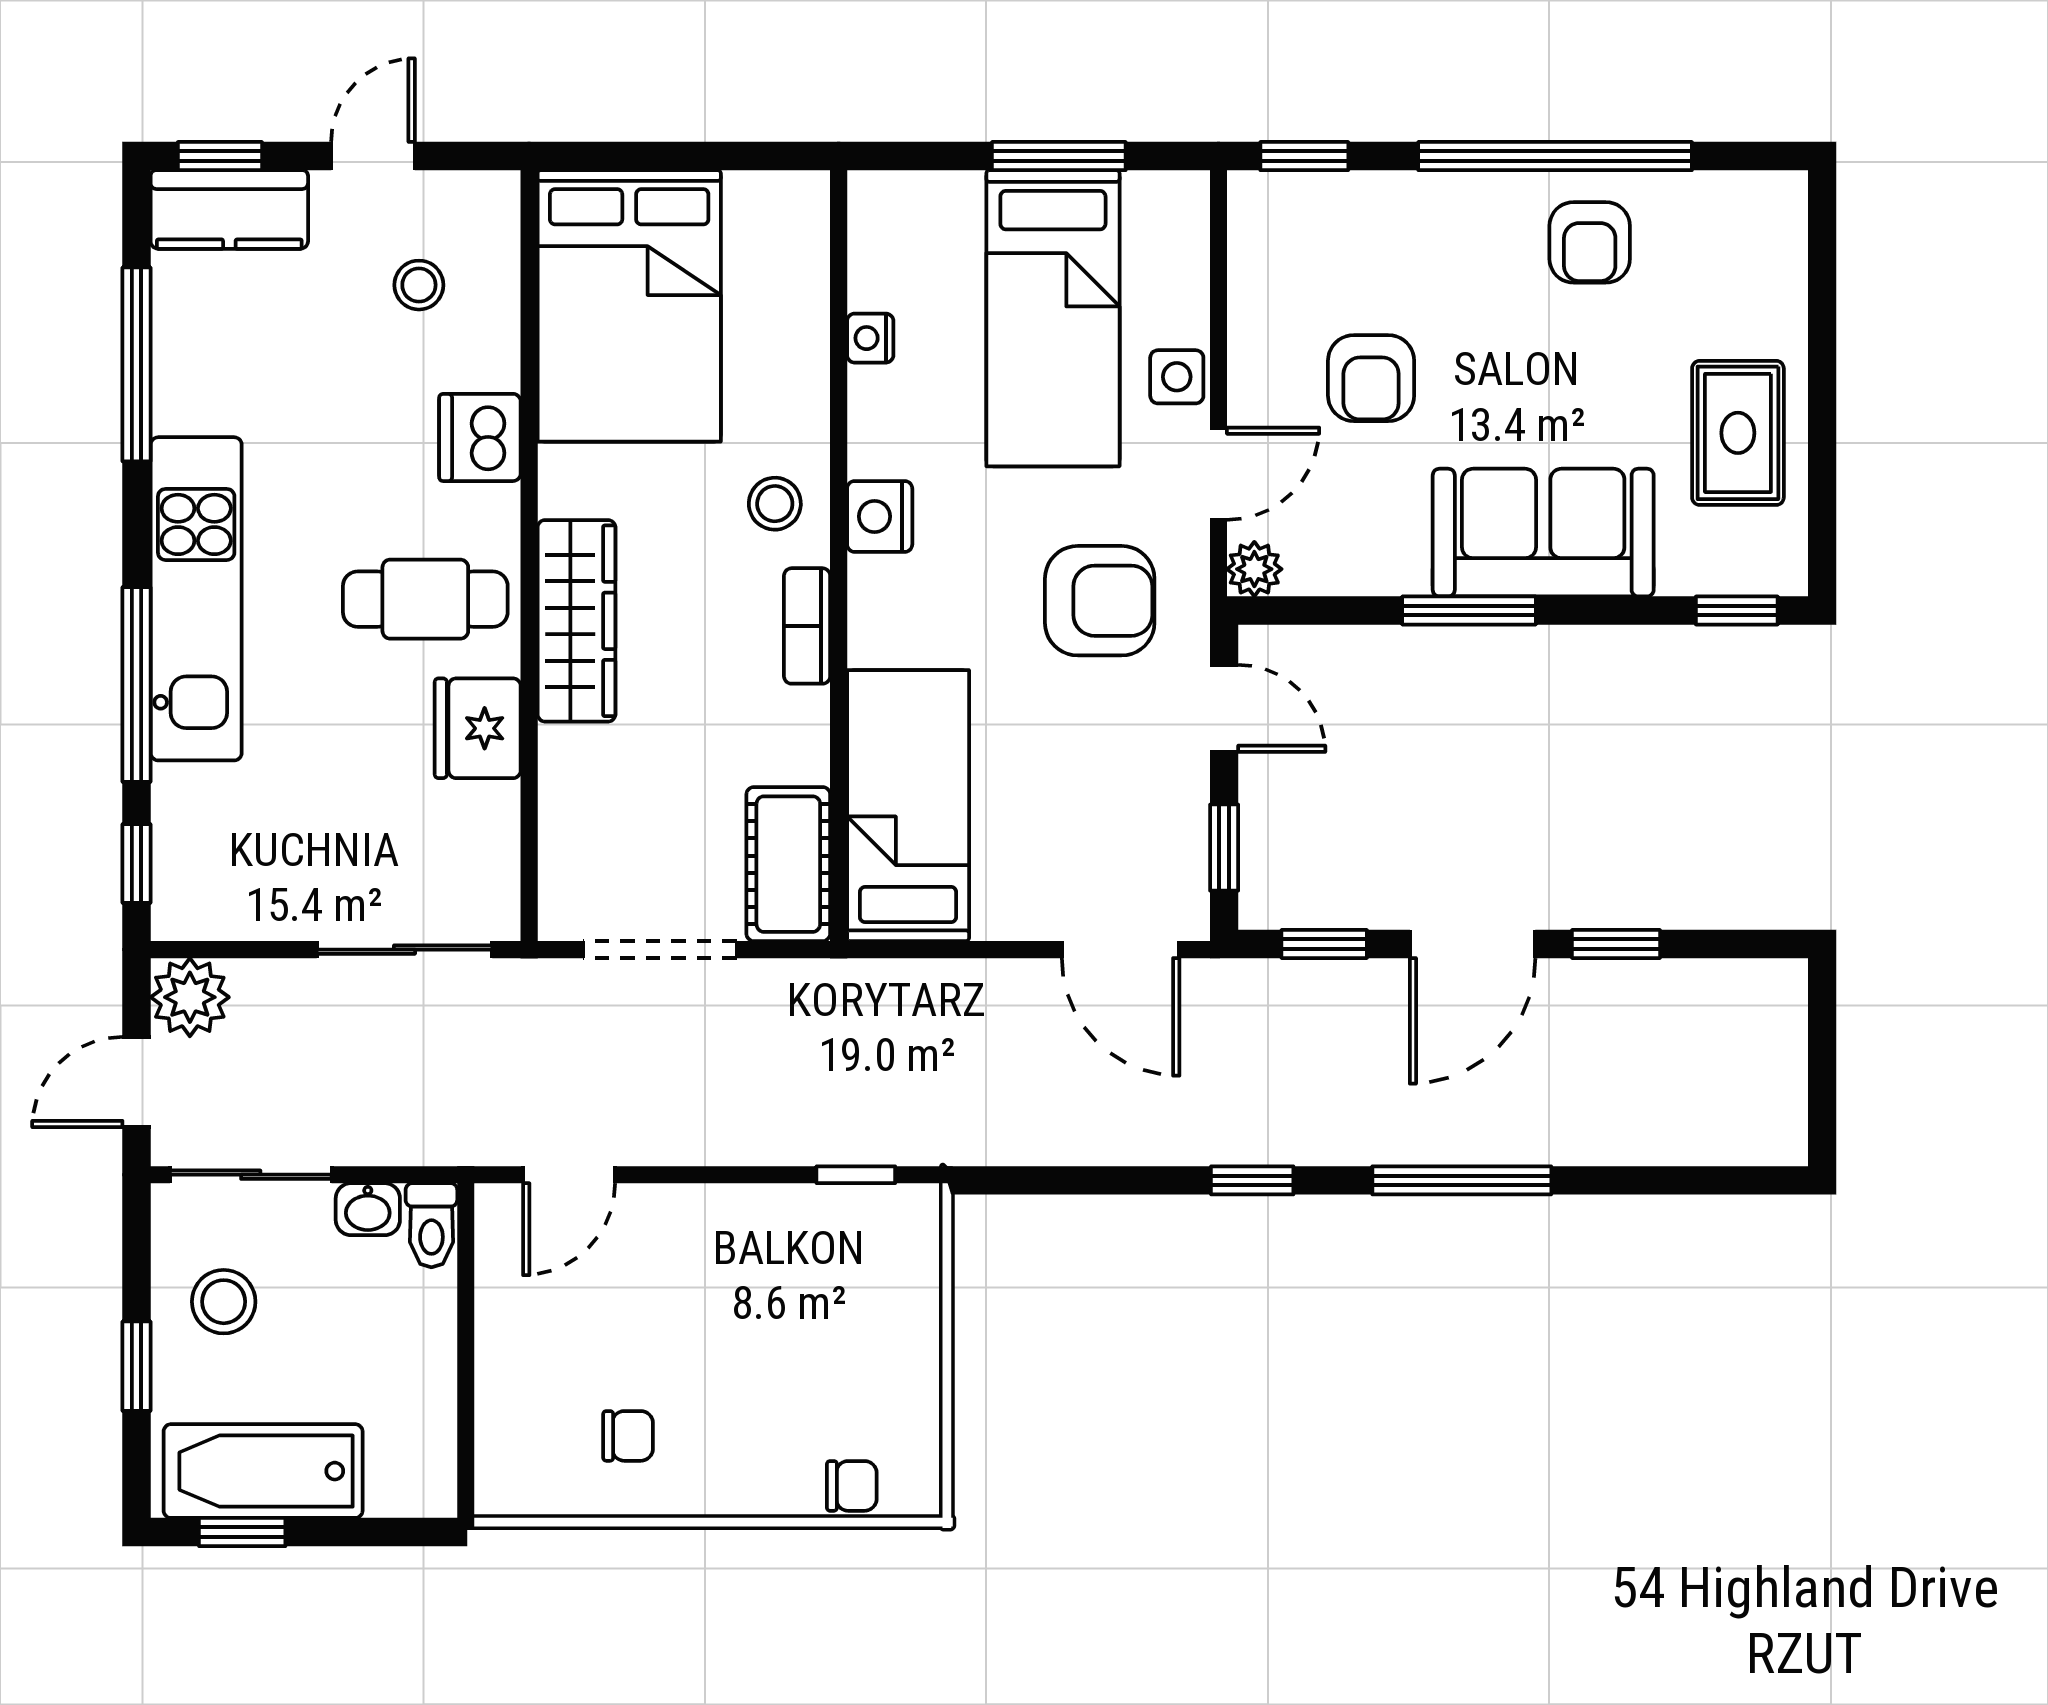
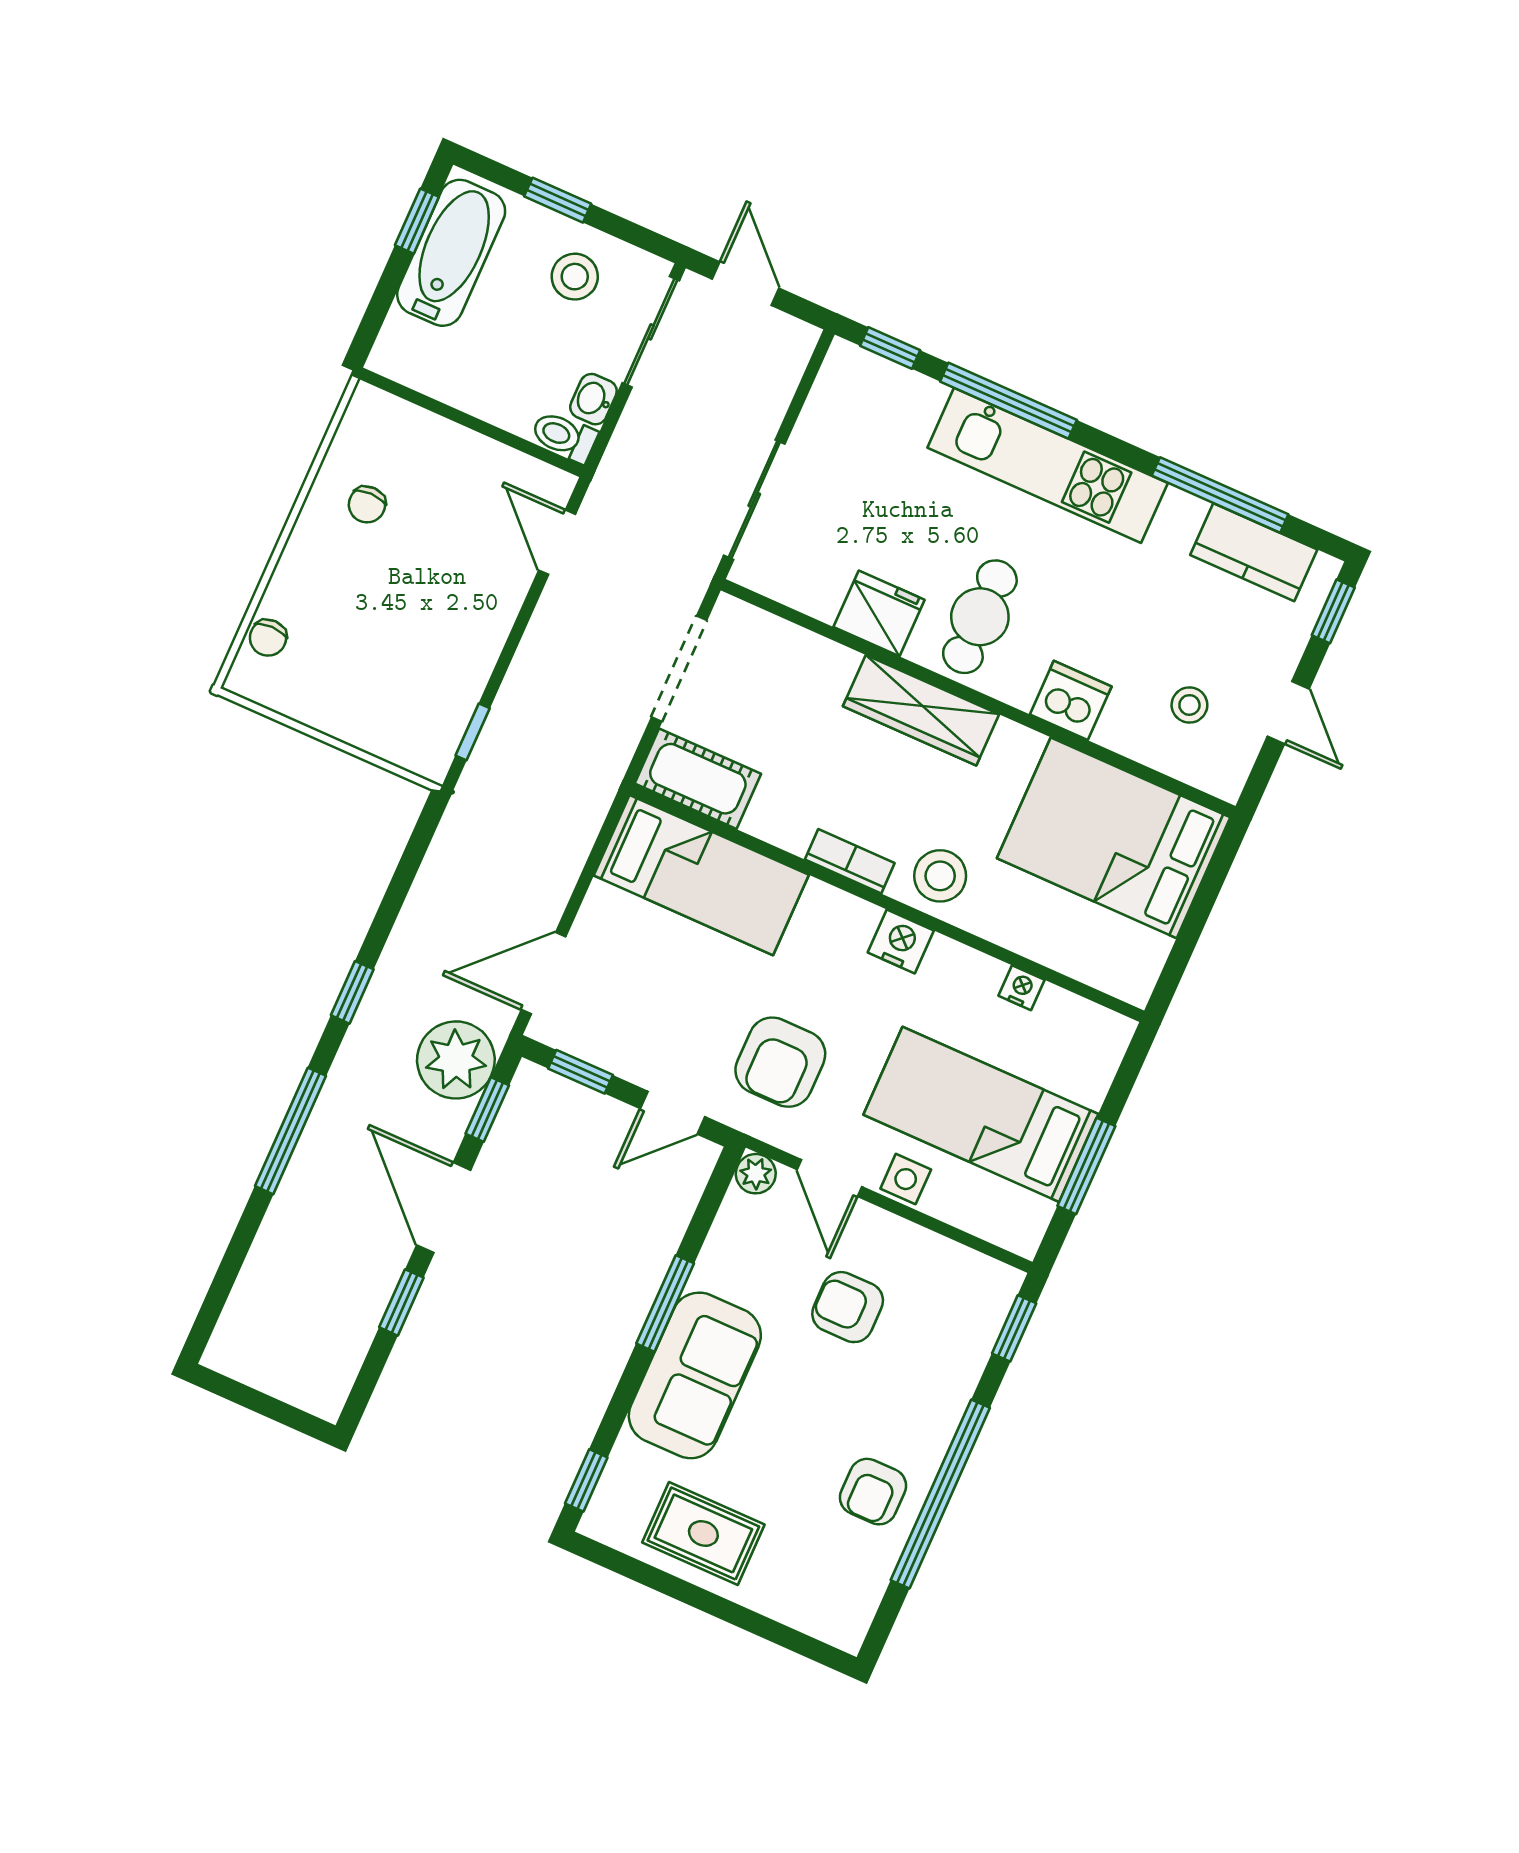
kitchen counter: (229, 209) -> (1254, 552), moved, turned -90
armchair: (1590, 242) -> (873, 1492), turned -90
stool: (775, 504) -> (940, 876), width x1.37, depth x1.37
plant: (190, 997) -> (456, 1060), moved, width x1.36, depth x1.36

